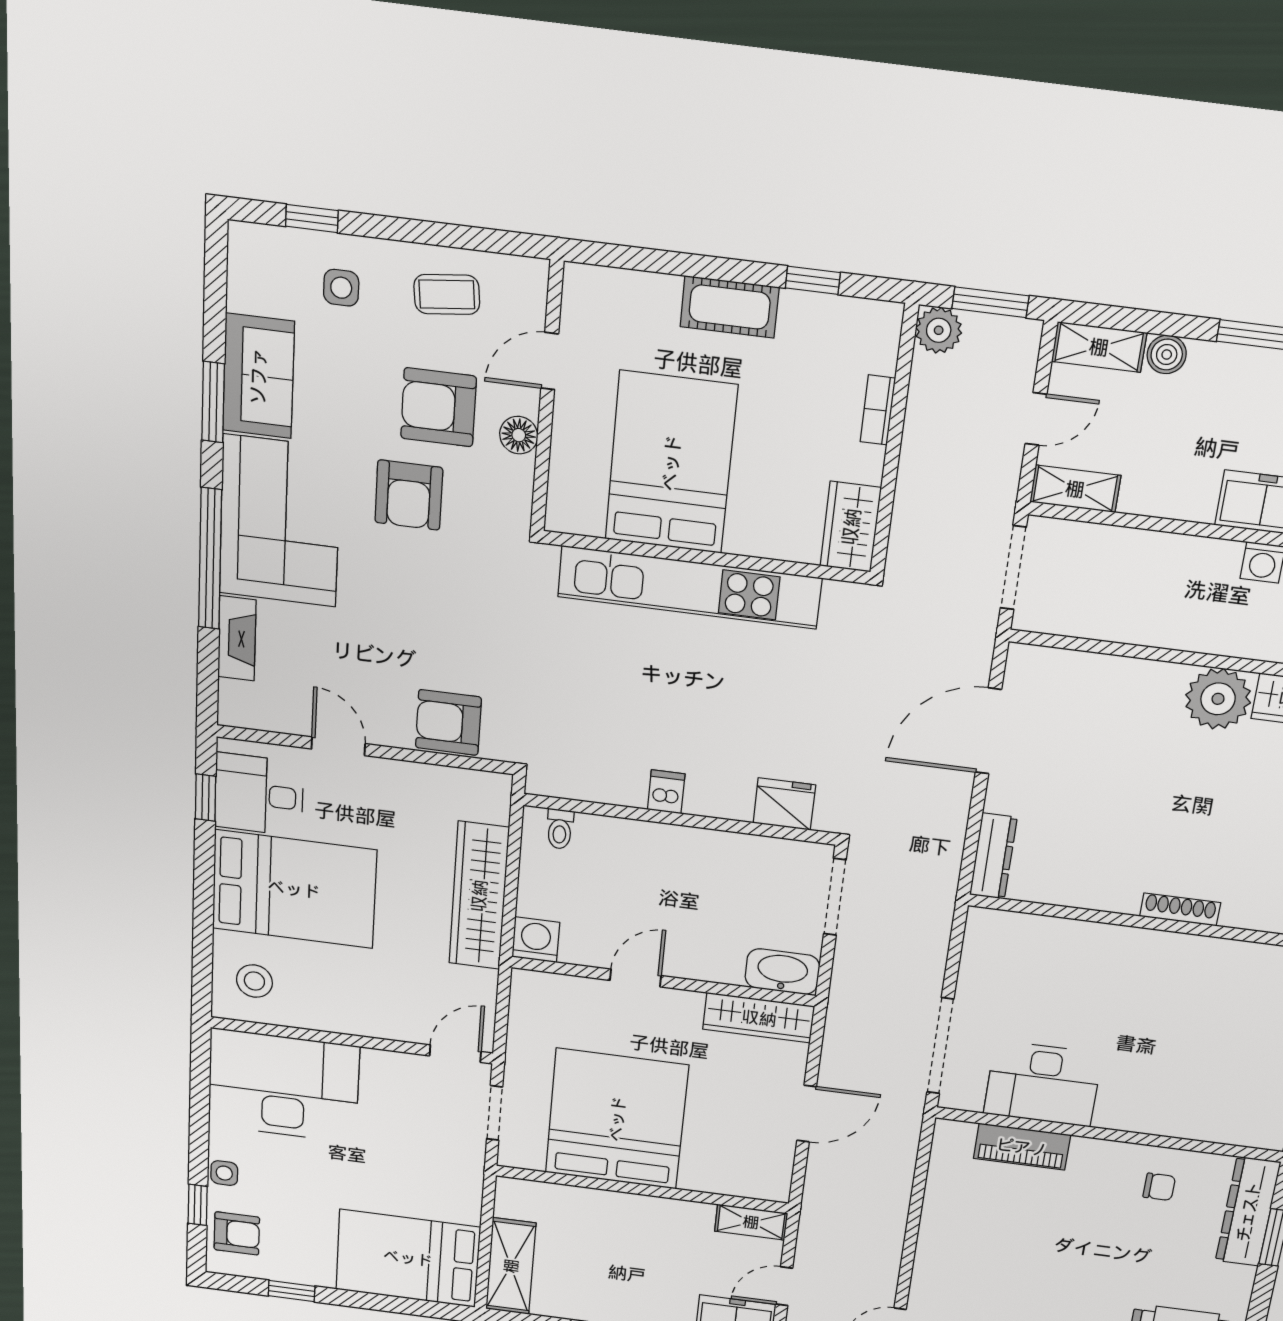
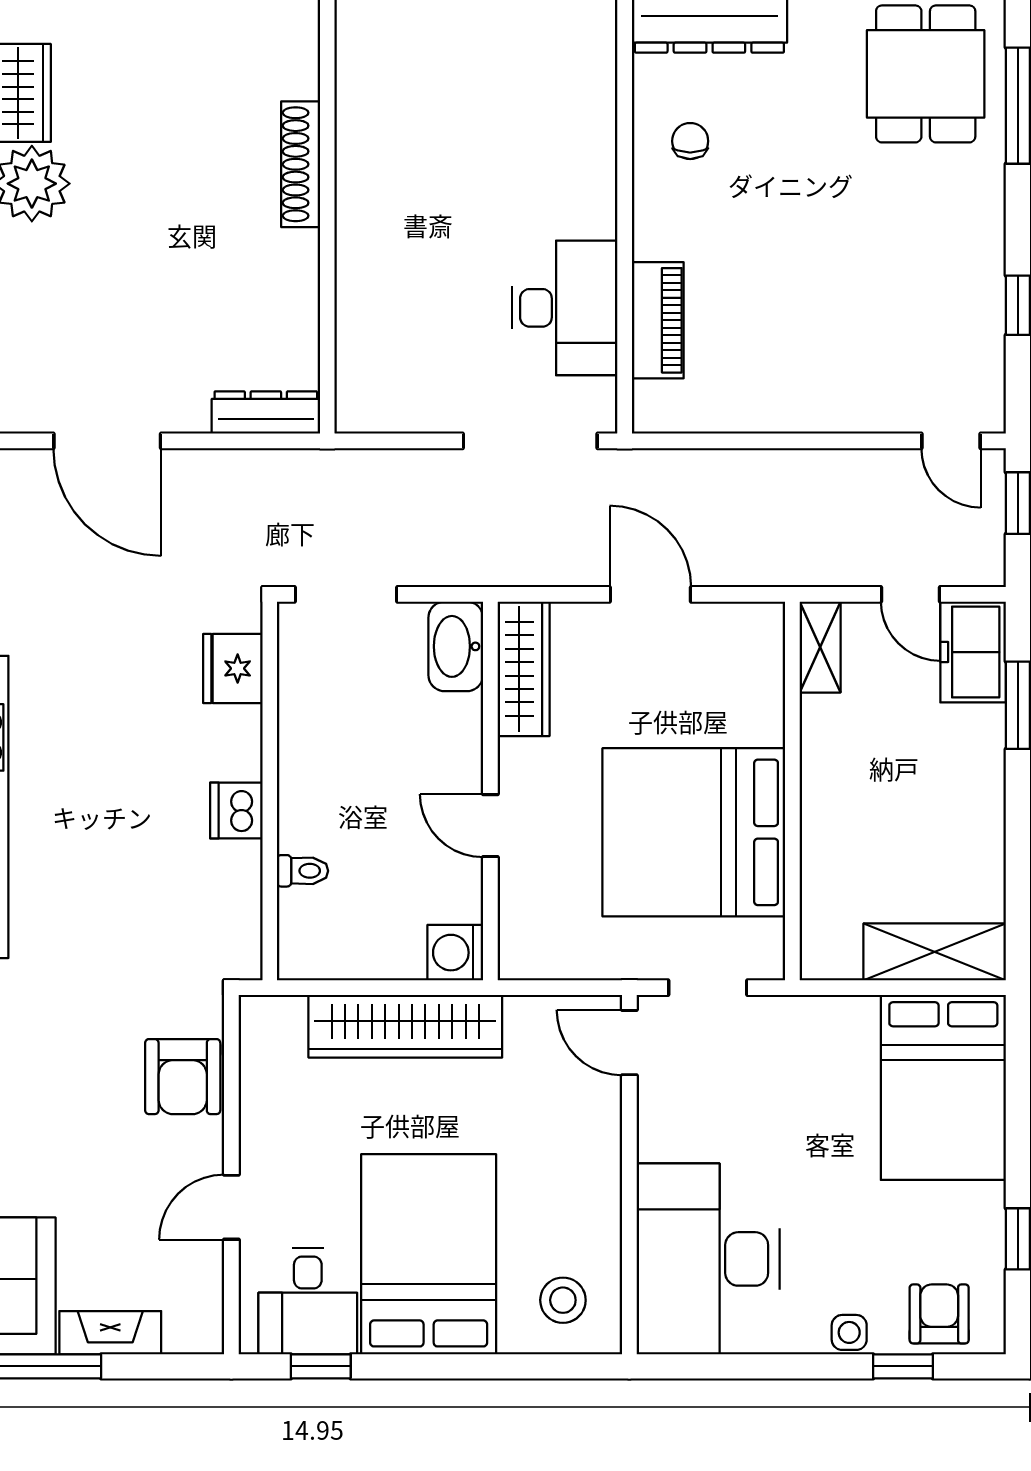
dishwasher: (666, 792) -> (236, 810), width x1.38
toilet: (560, 829) -> (303, 871), moved
shoe rack: (1180, 909) -> (301, 164), width x1.36, depth x1.24

